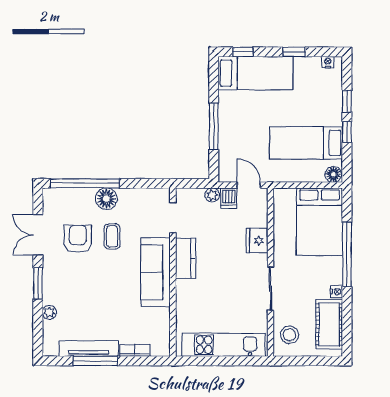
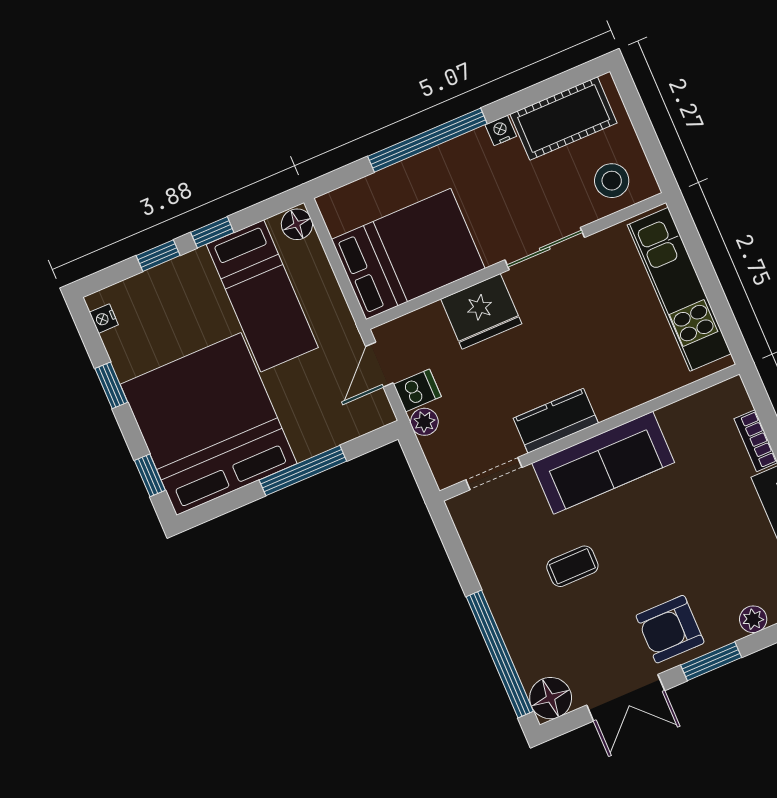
bed: (256, 73) -> (209, 424), width x2.04
floor lamp: (106, 199) -> (551, 698), moved
bed: (320, 222) -> (408, 254), moved
armchair: (78, 239) -> (670, 629), moved
fridge: (257, 241) -> (481, 311), width x1.36, depth x1.34

